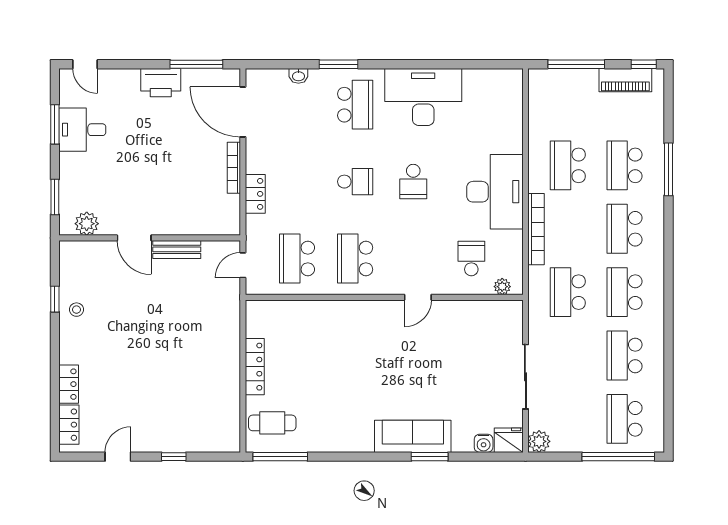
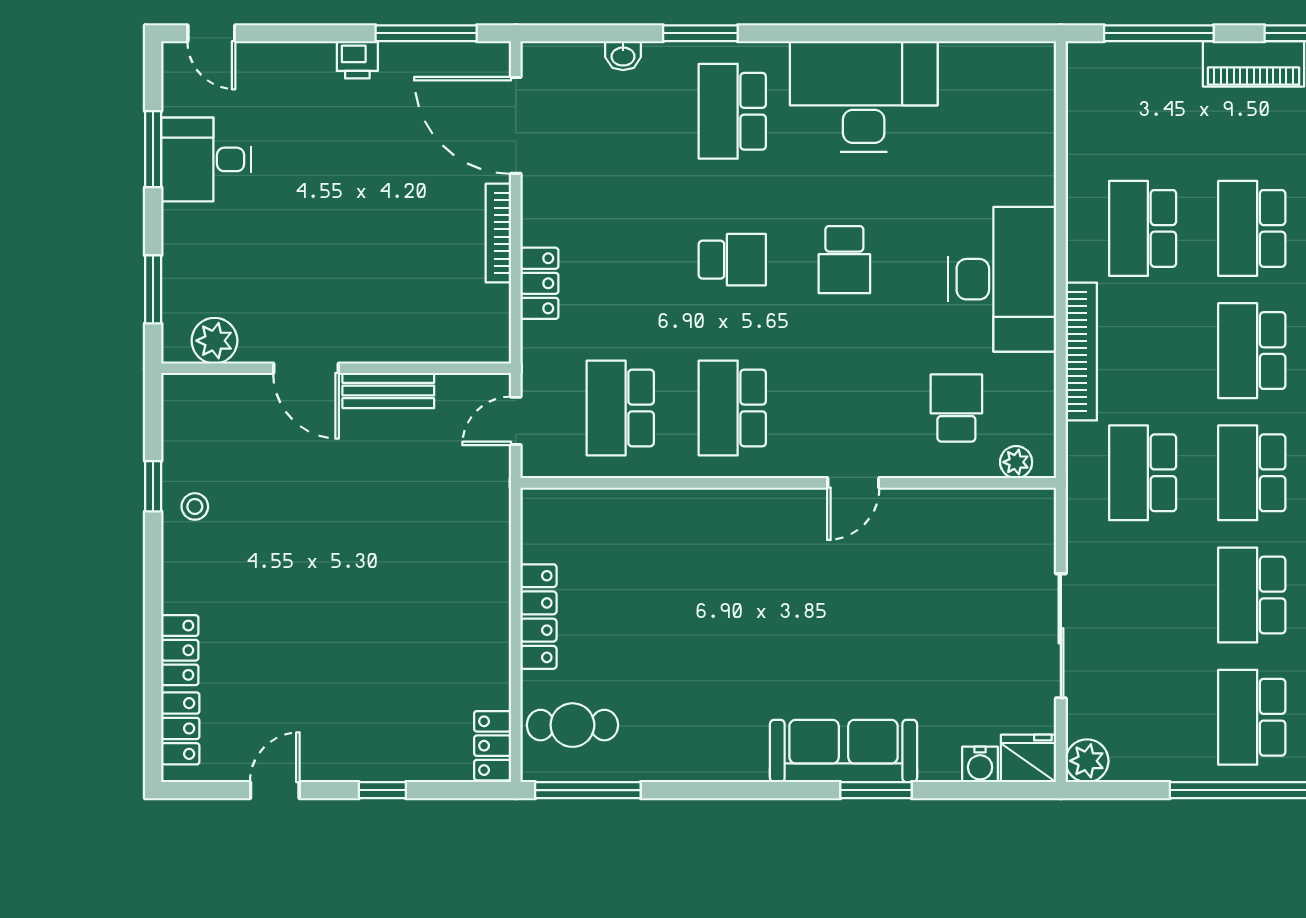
printer: (161, 83) -> (357, 60), width x0.53, depth x0.68
school desk: (355, 105) -> (732, 111), turned 180
locker: (231, 434) -> (493, 746), added

